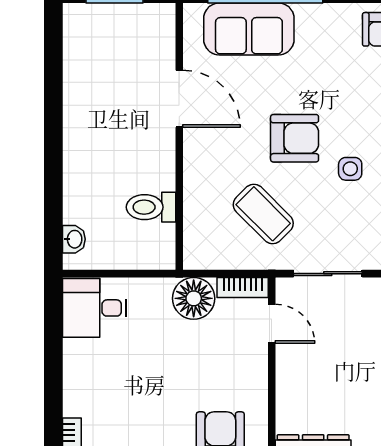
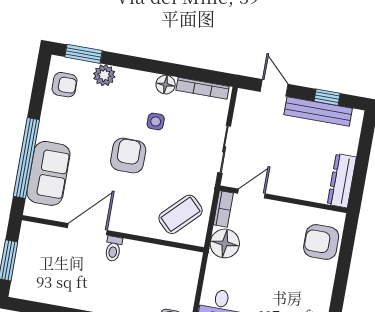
toilet: (151, 207) -> (113, 249), moved, width x0.73, depth x0.72
coffee table: (263, 214) -> (181, 214), moved

